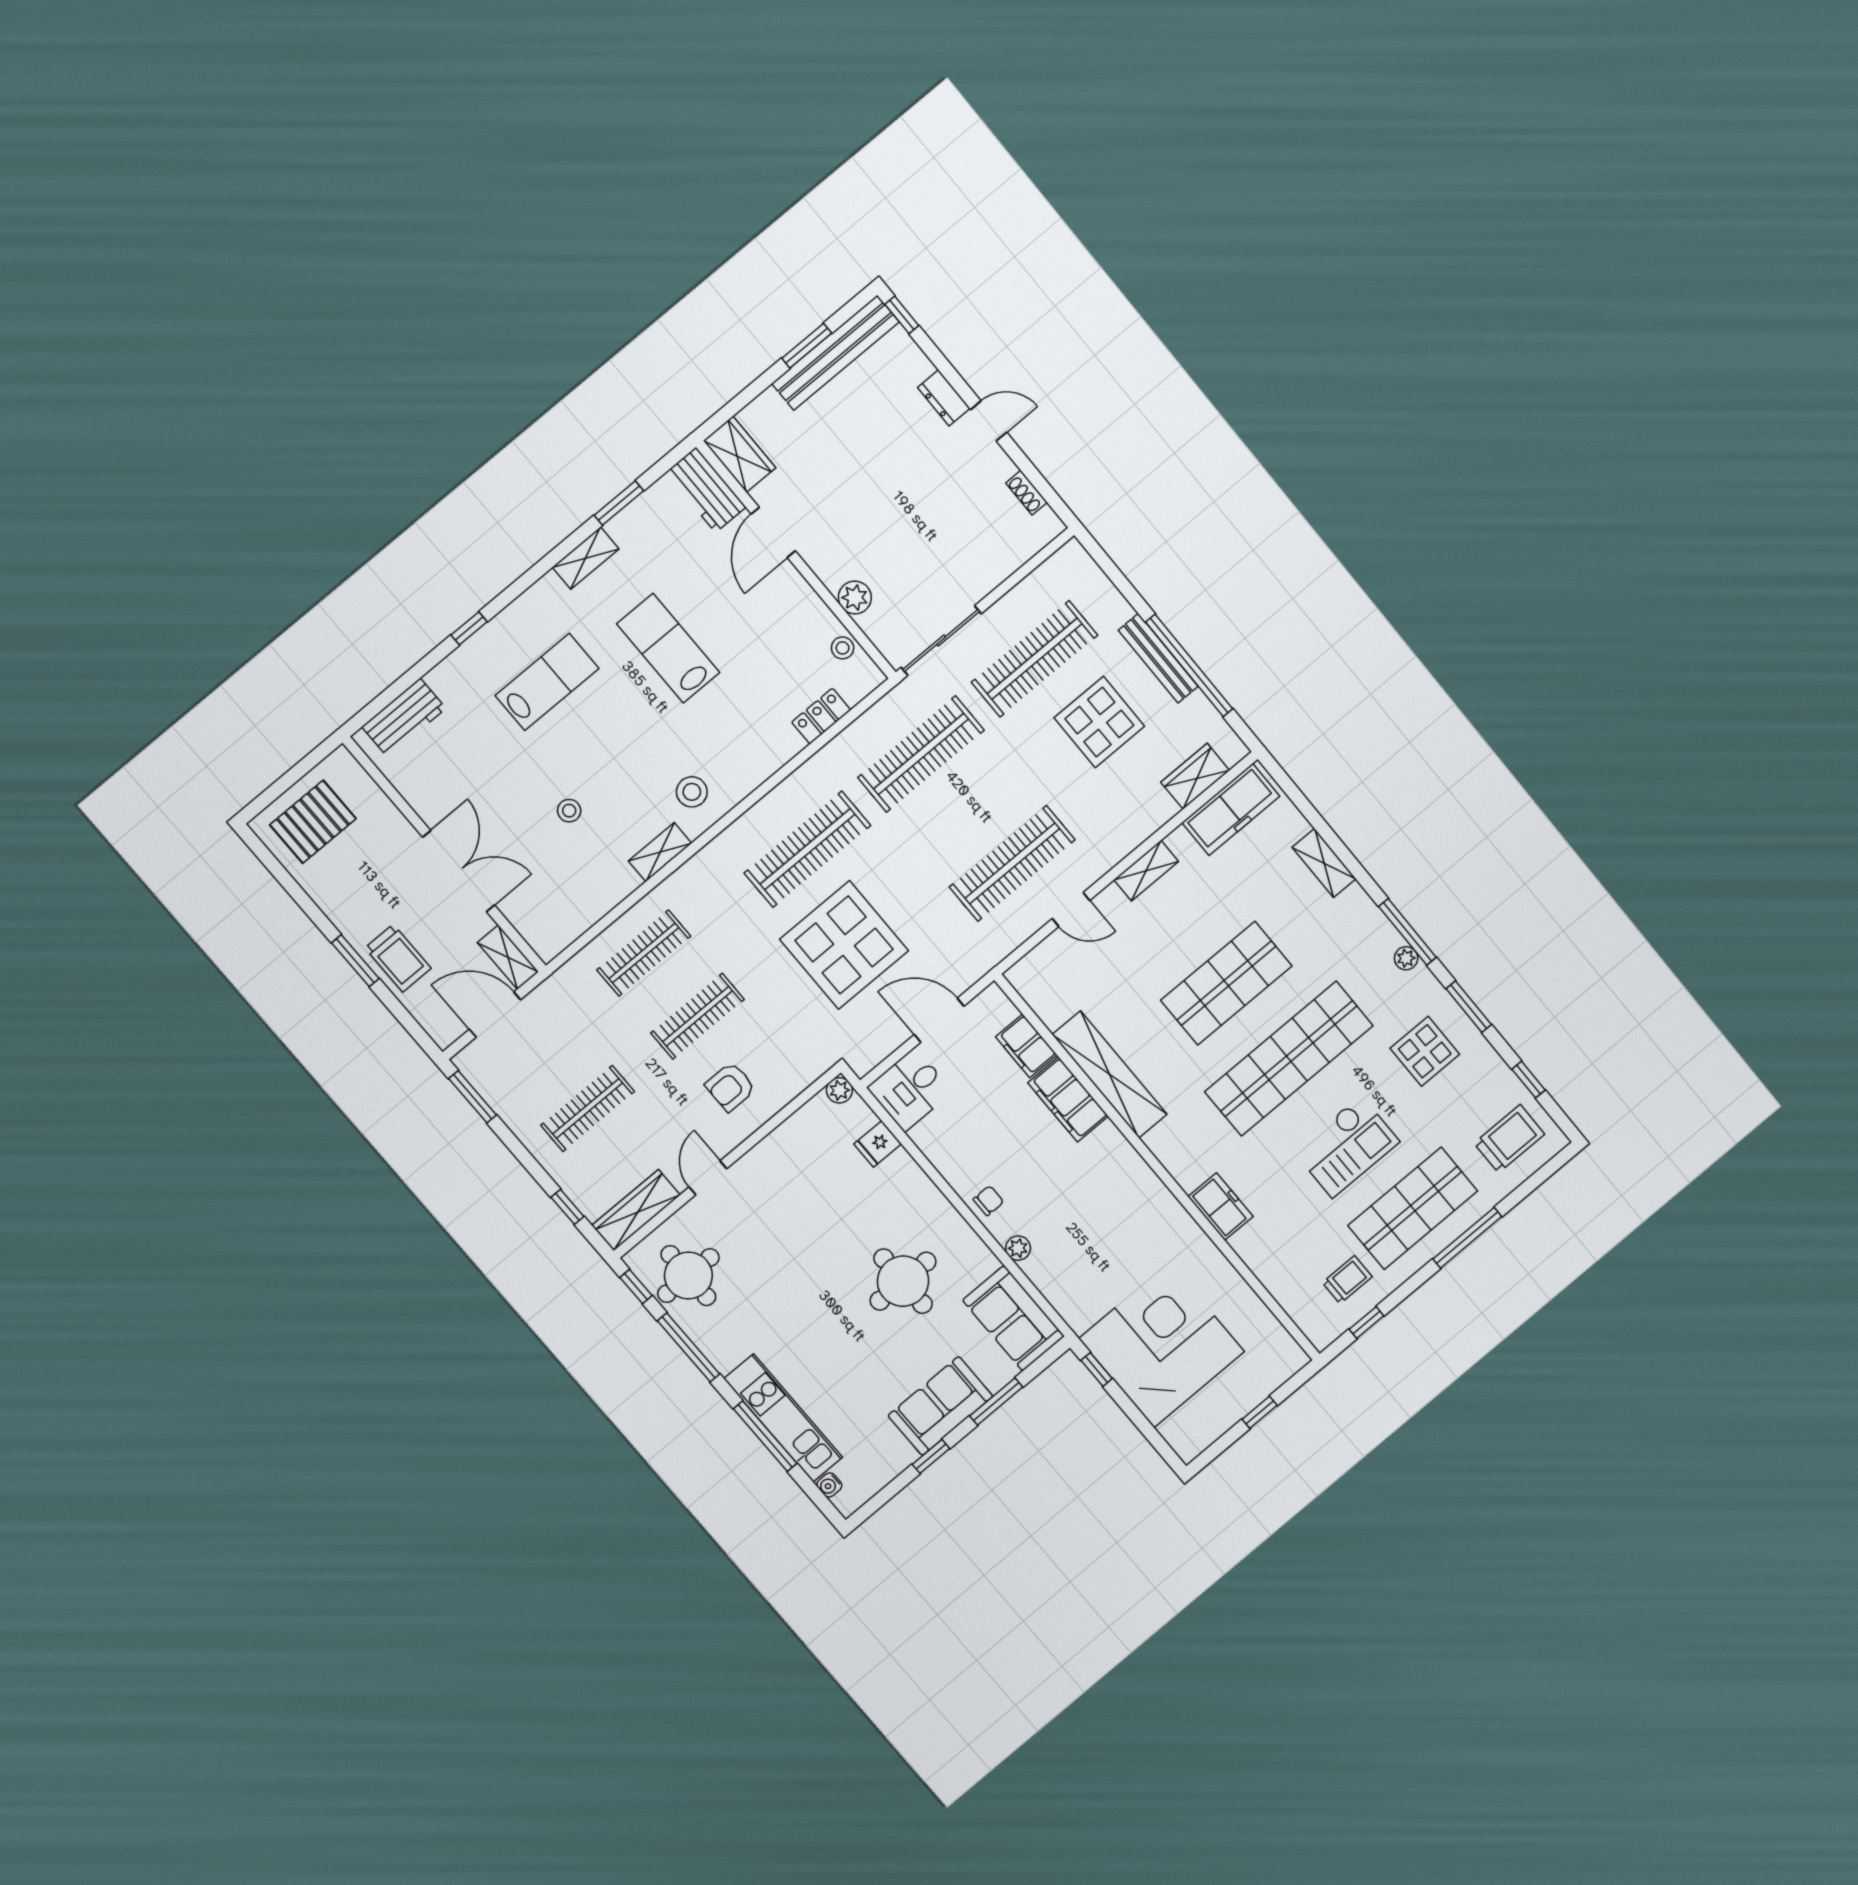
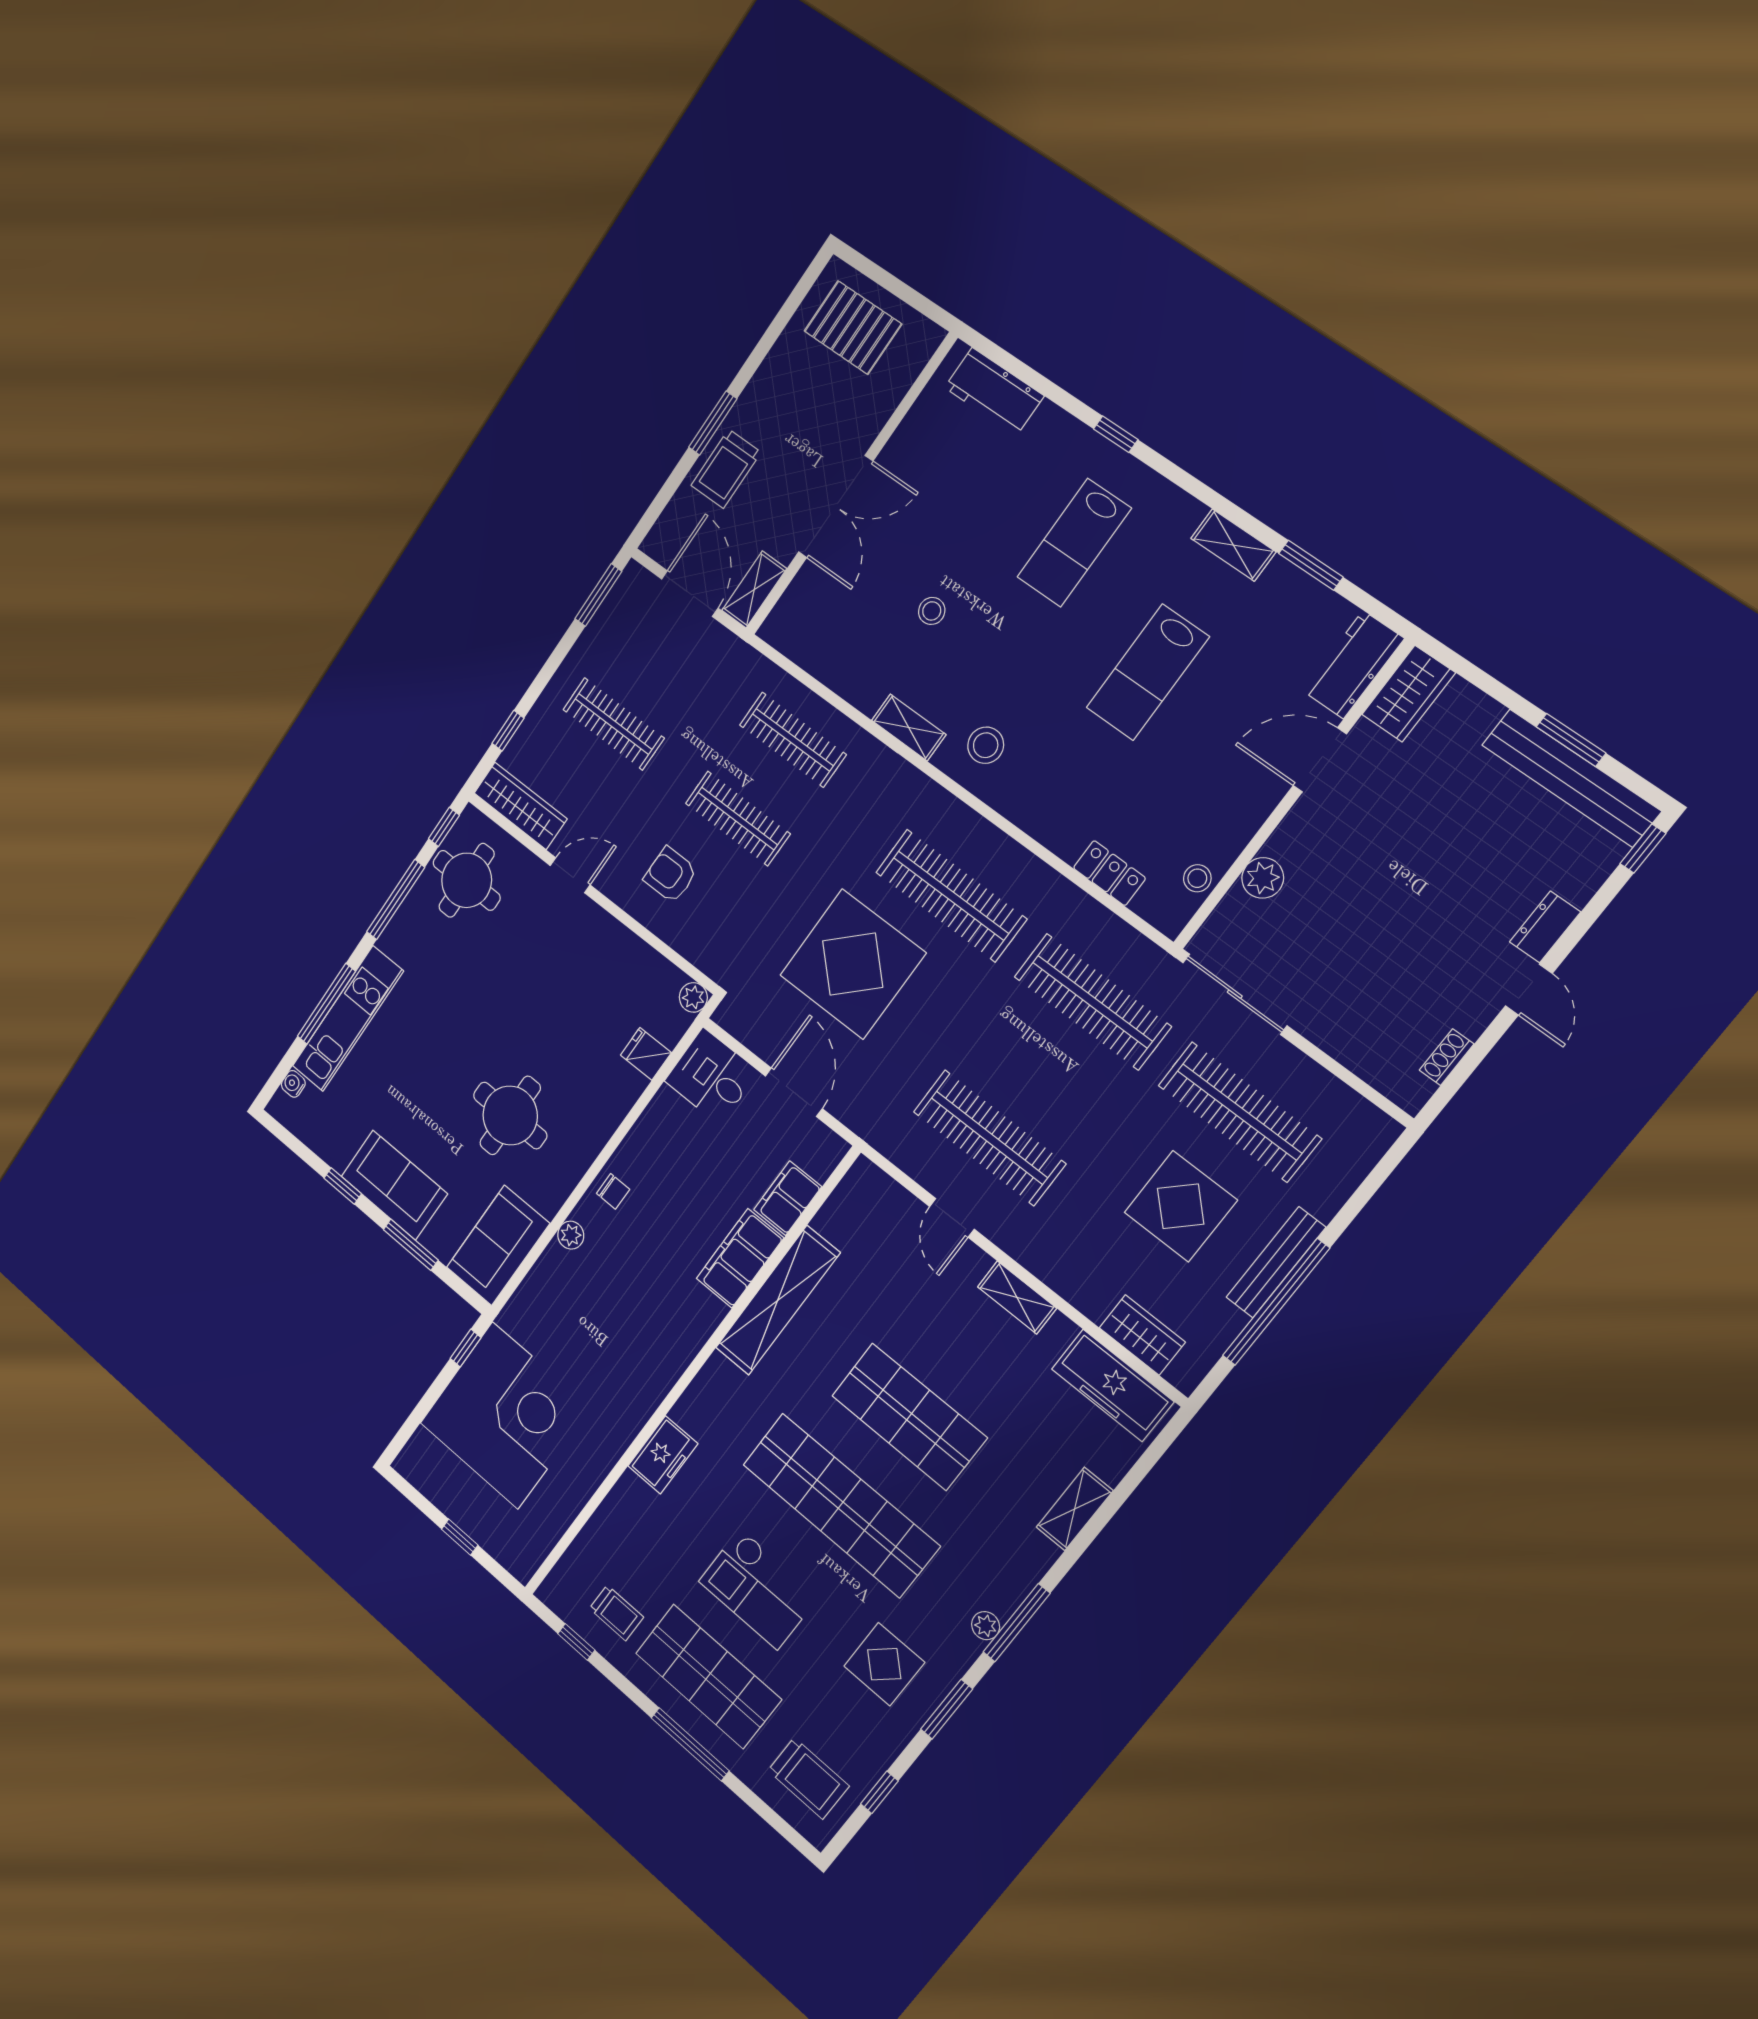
lab bench: (668, 648) -> (1148, 672), turned 180
lab bench: (547, 682) -> (1074, 543), turned 90

